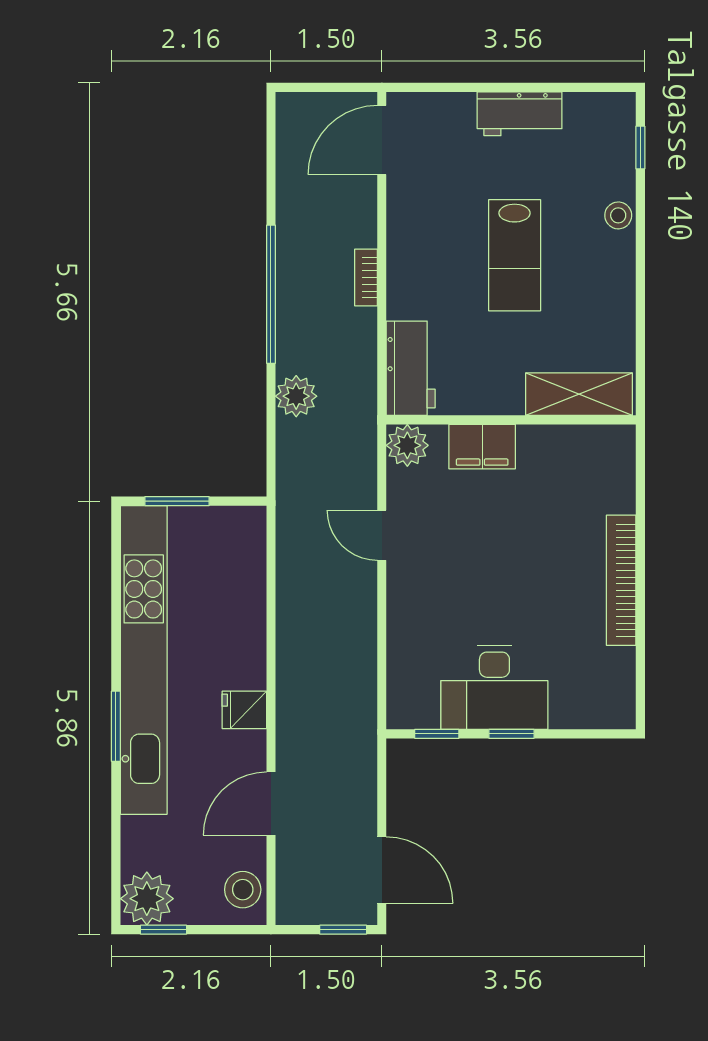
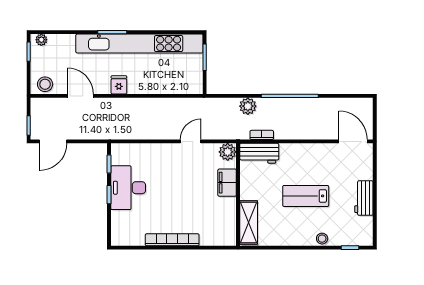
bookcase: (366, 278) -> (262, 135), moved
plant: (147, 899) -> (41, 40), width x0.53, depth x0.53

